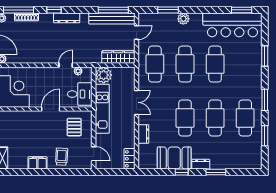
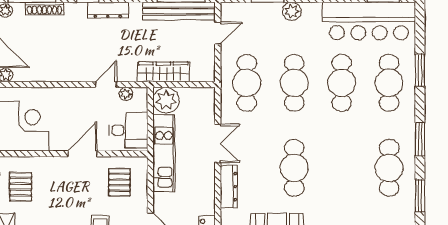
wardrobe: (118, 57) -> (163, 72), moved
cafe table: (215, 118) -> (389, 83), moved
pallet: (11, 130) -> (21, 187), added
dresser: (143, 134) -> (229, 187), width x1.44

